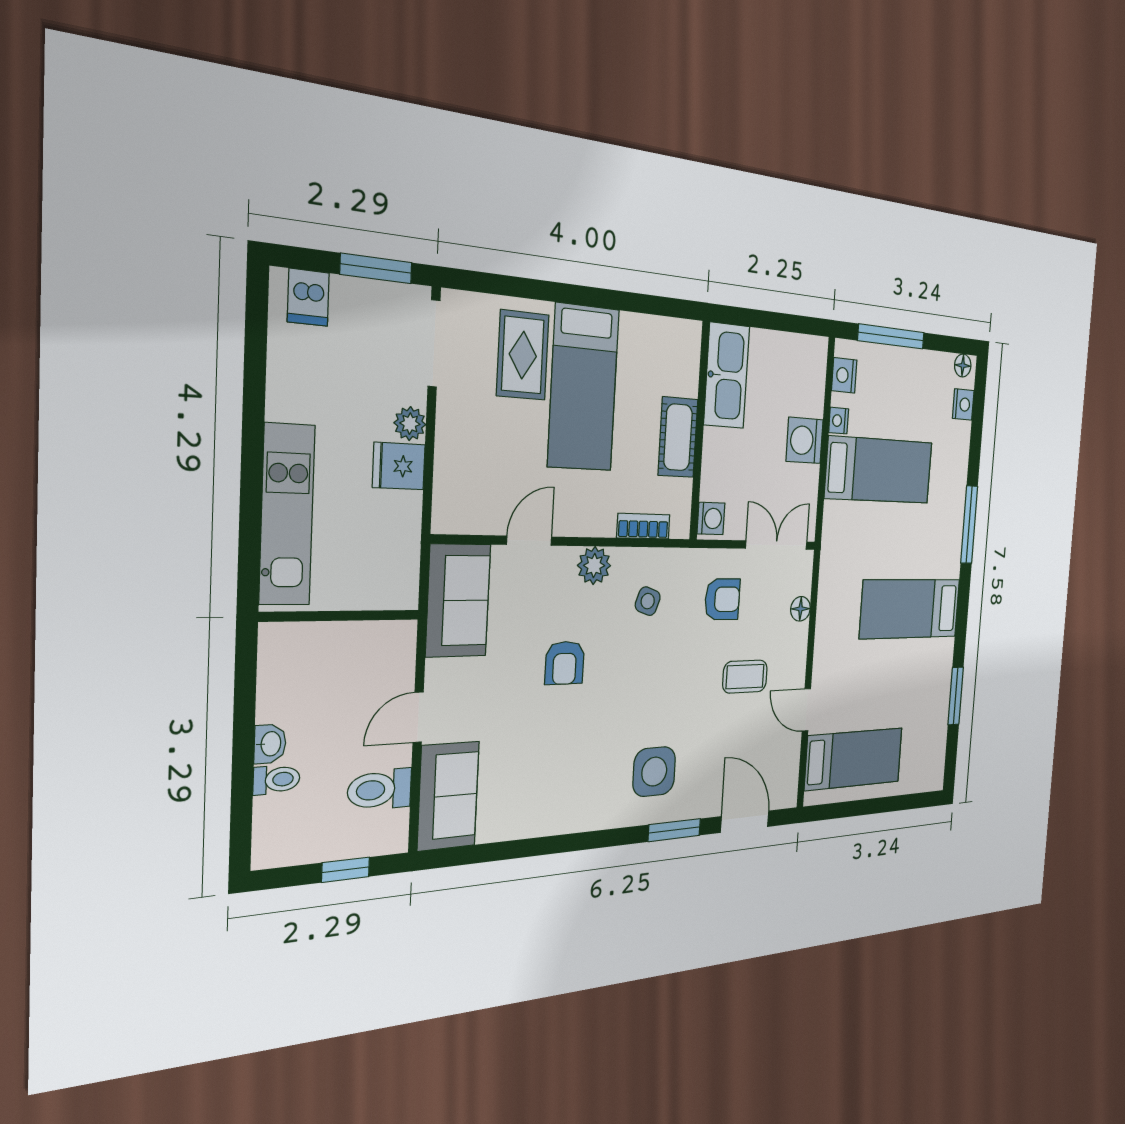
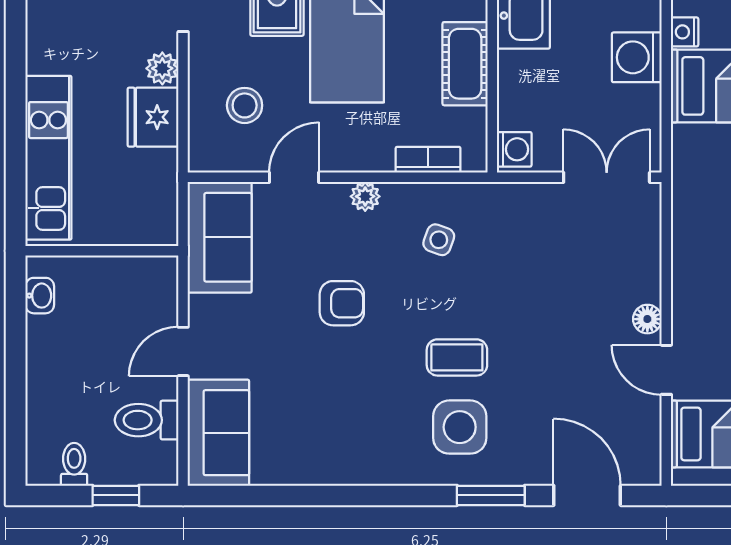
fridge: (399, 466) -> (153, 117), width x1.38
stool: (488, 467) -> (245, 105), added
plant: (594, 566) -> (365, 196), width x0.73, depth x0.73
armchair: (722, 599) -> (536, 239), removed
floor lamp: (800, 609) -> (647, 319), moved
armchair: (565, 663) -> (342, 303), turned -90
coffee table: (745, 677) -> (457, 357), moved
washbasin: (270, 744) -> (40, 296), moved
toilet: (277, 780) -> (74, 464), moved, turned -90

